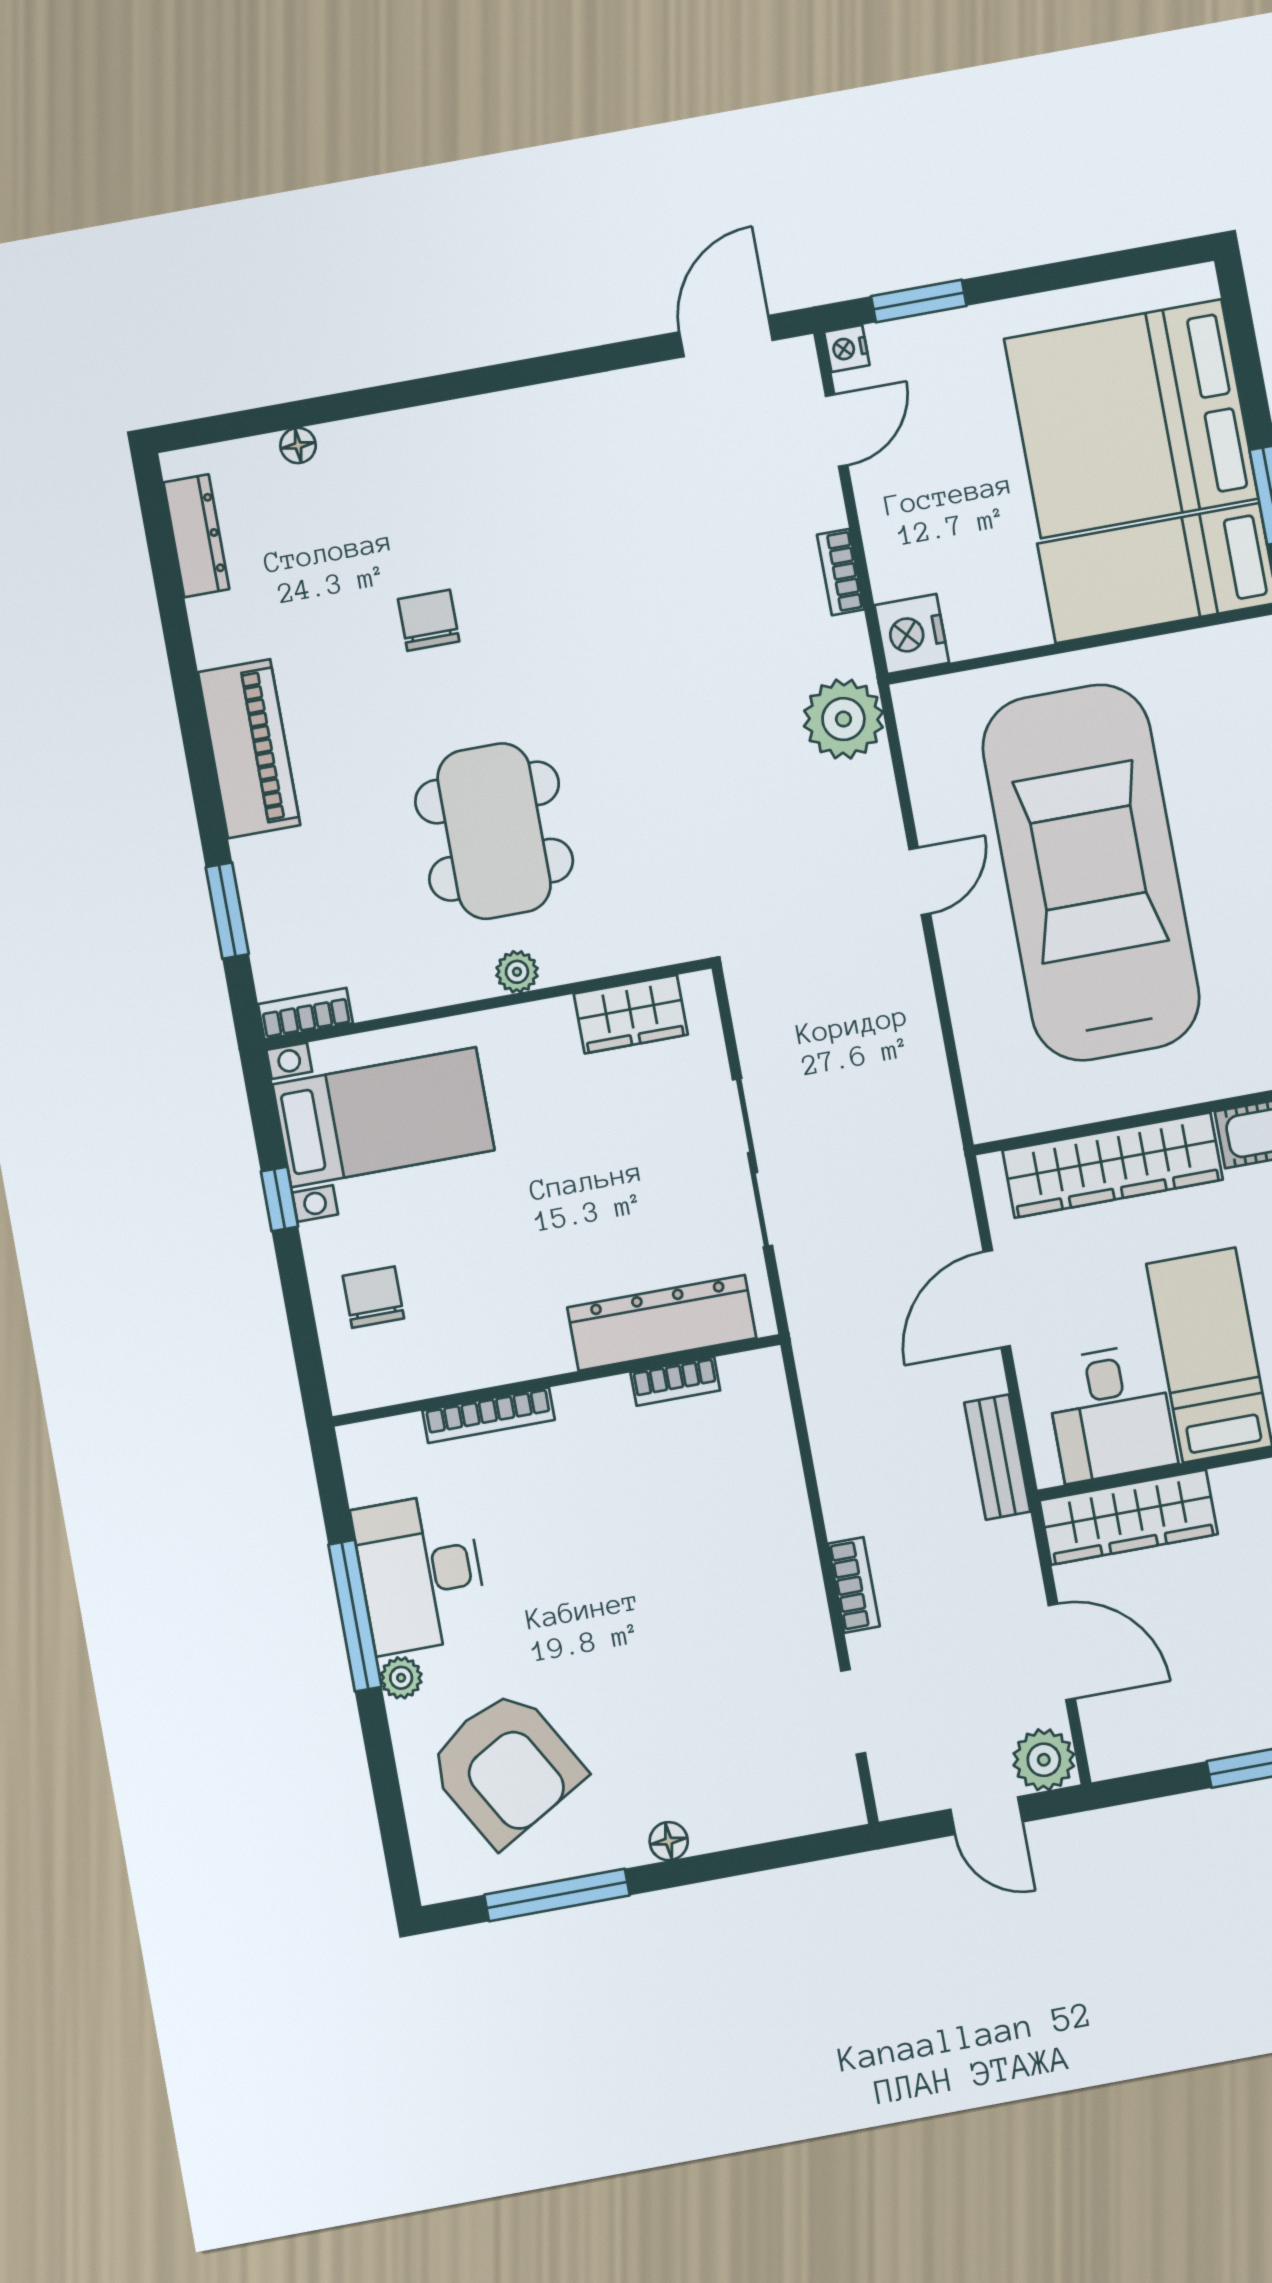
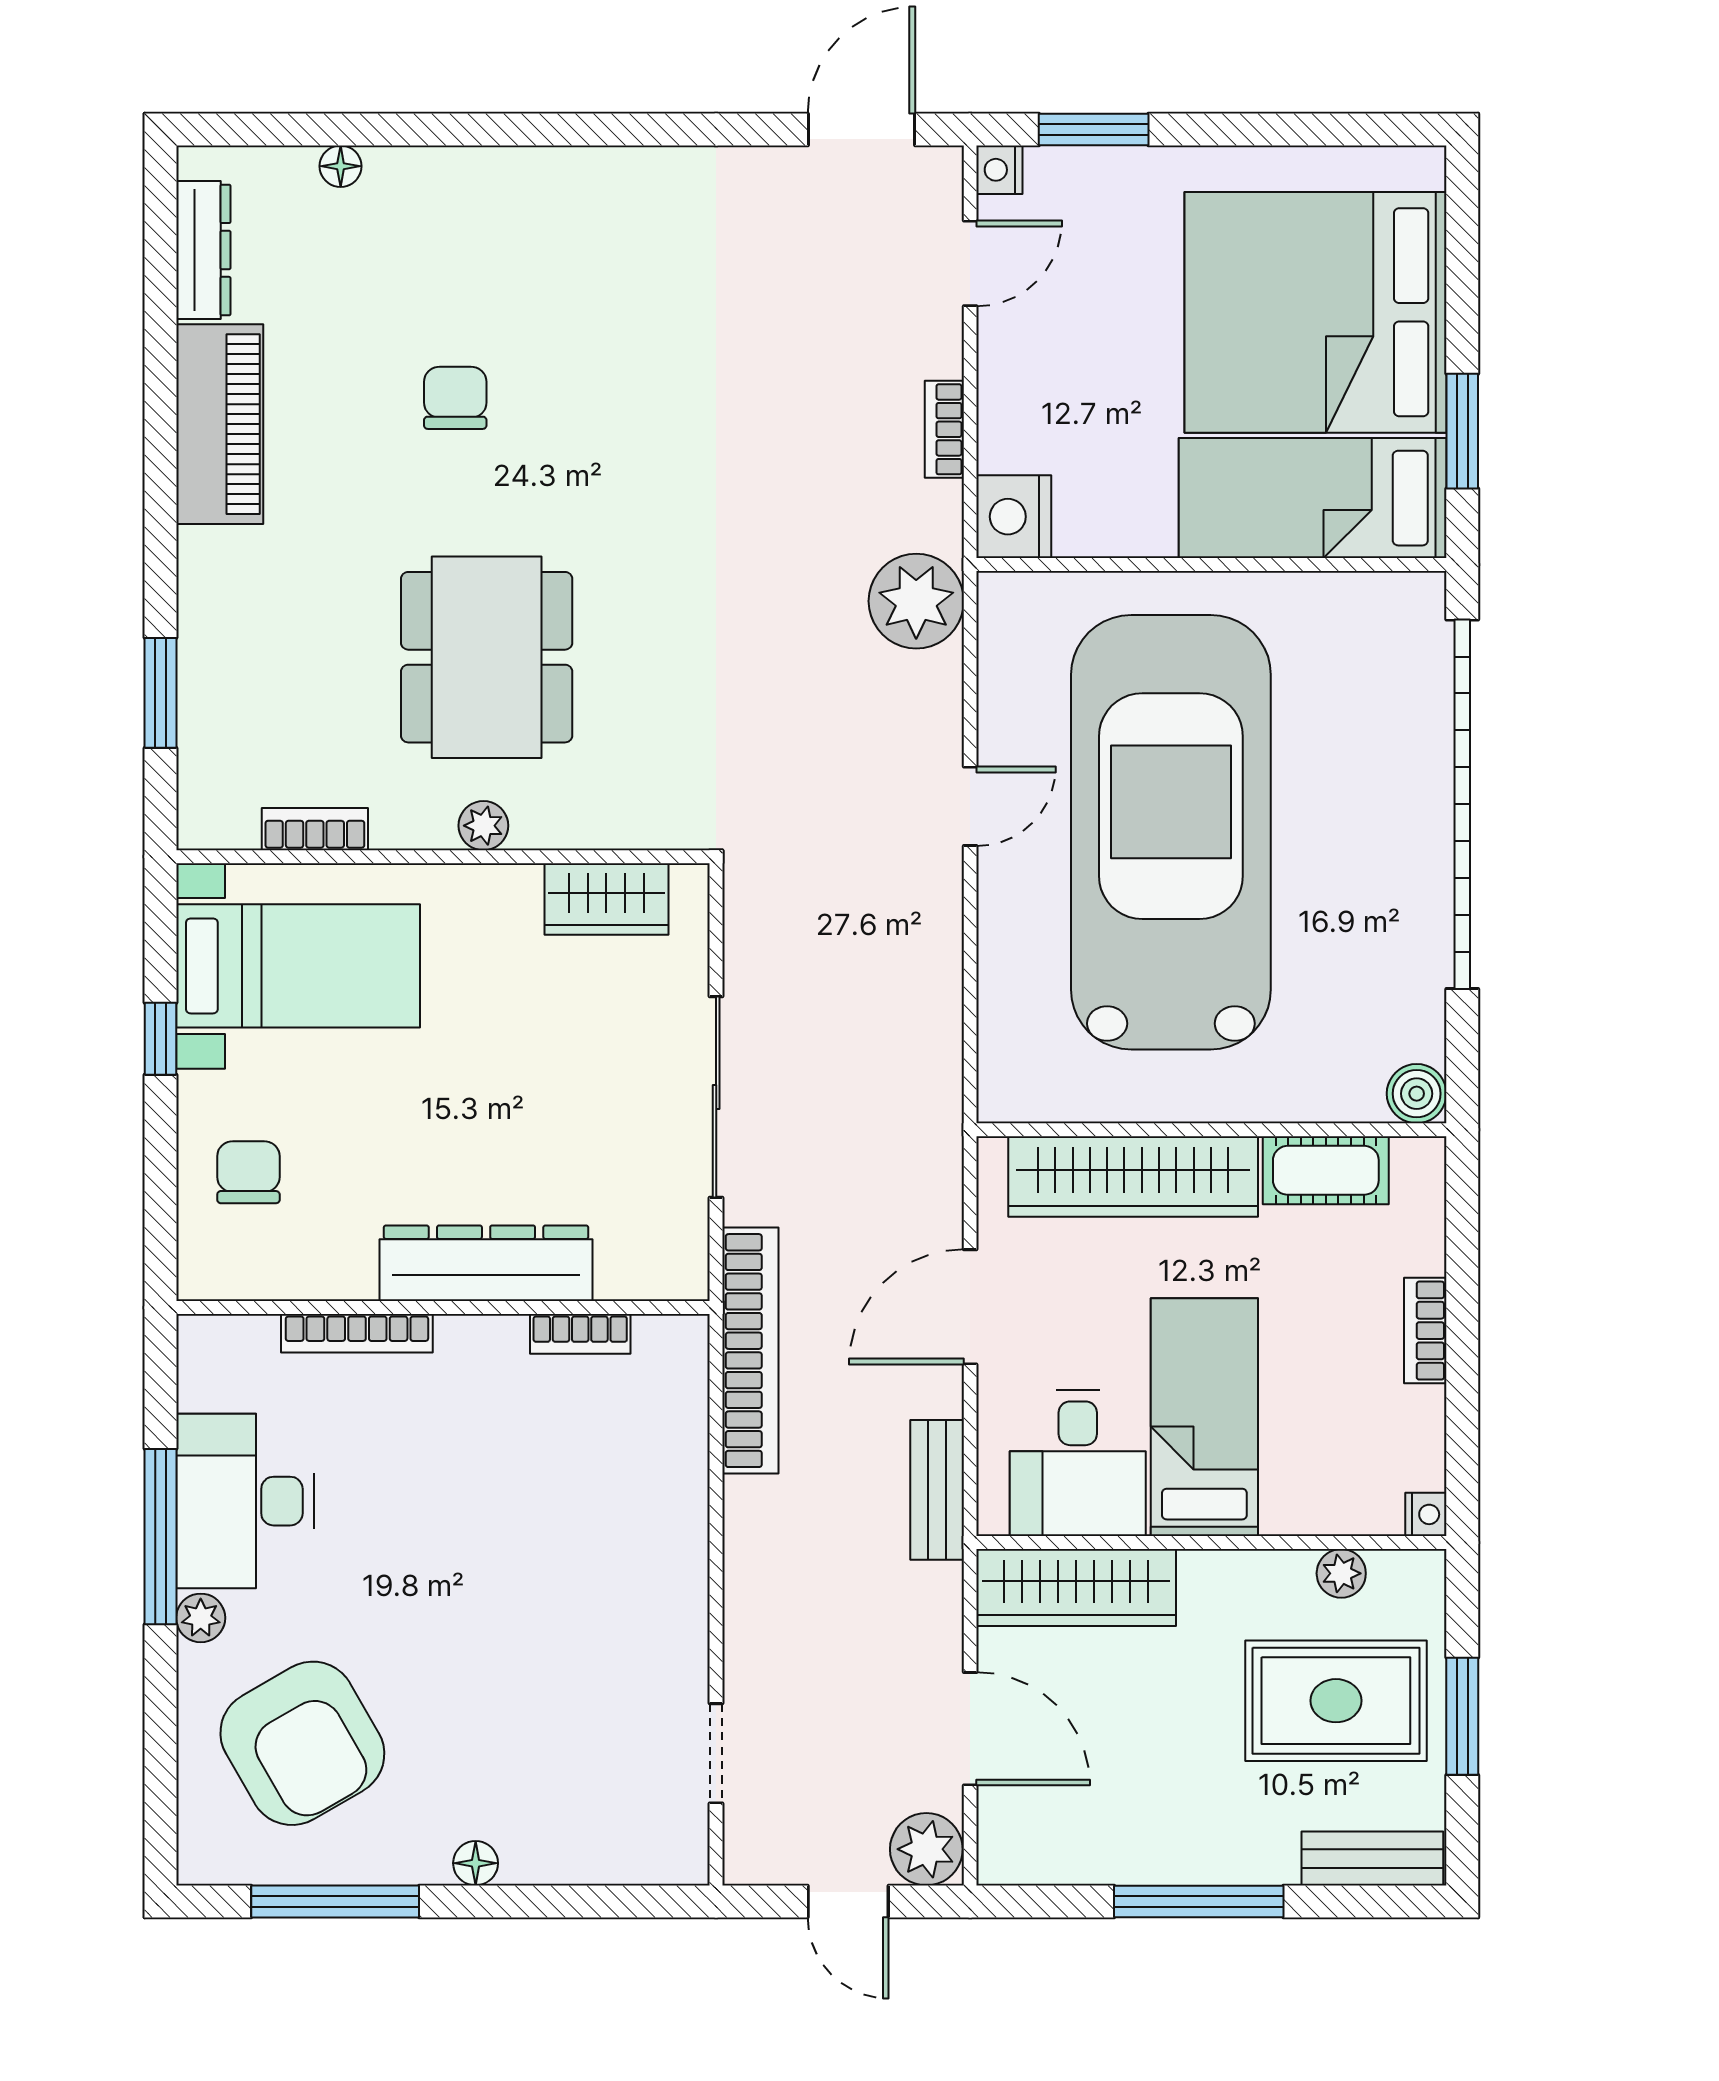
piano: (249, 749) -> (220, 424), moved
bookcase: (305, 1014) -> (315, 829), moved
dresser: (662, 1323) -> (486, 1263), moved
bookcase: (854, 1585) -> (750, 1351), moved, width x2.31, depth x1.31

